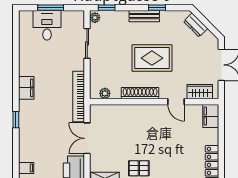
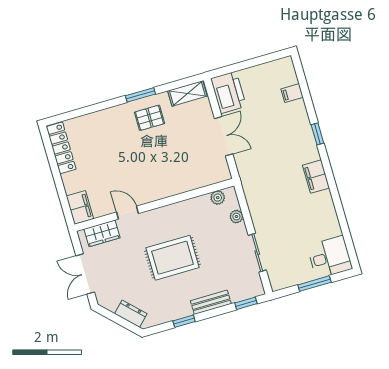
bench: (144, 16) -> (211, 302), moved
plant: (95, 18) -> (236, 217), moved
desk: (47, 25) -> (330, 257), moved, turned -90
shoe rack: (140, 93) -> (175, 210), removed
bookcase: (79, 96) -> (249, 185), removed
filing cabinet: (26, 168) -> (292, 93), moved

